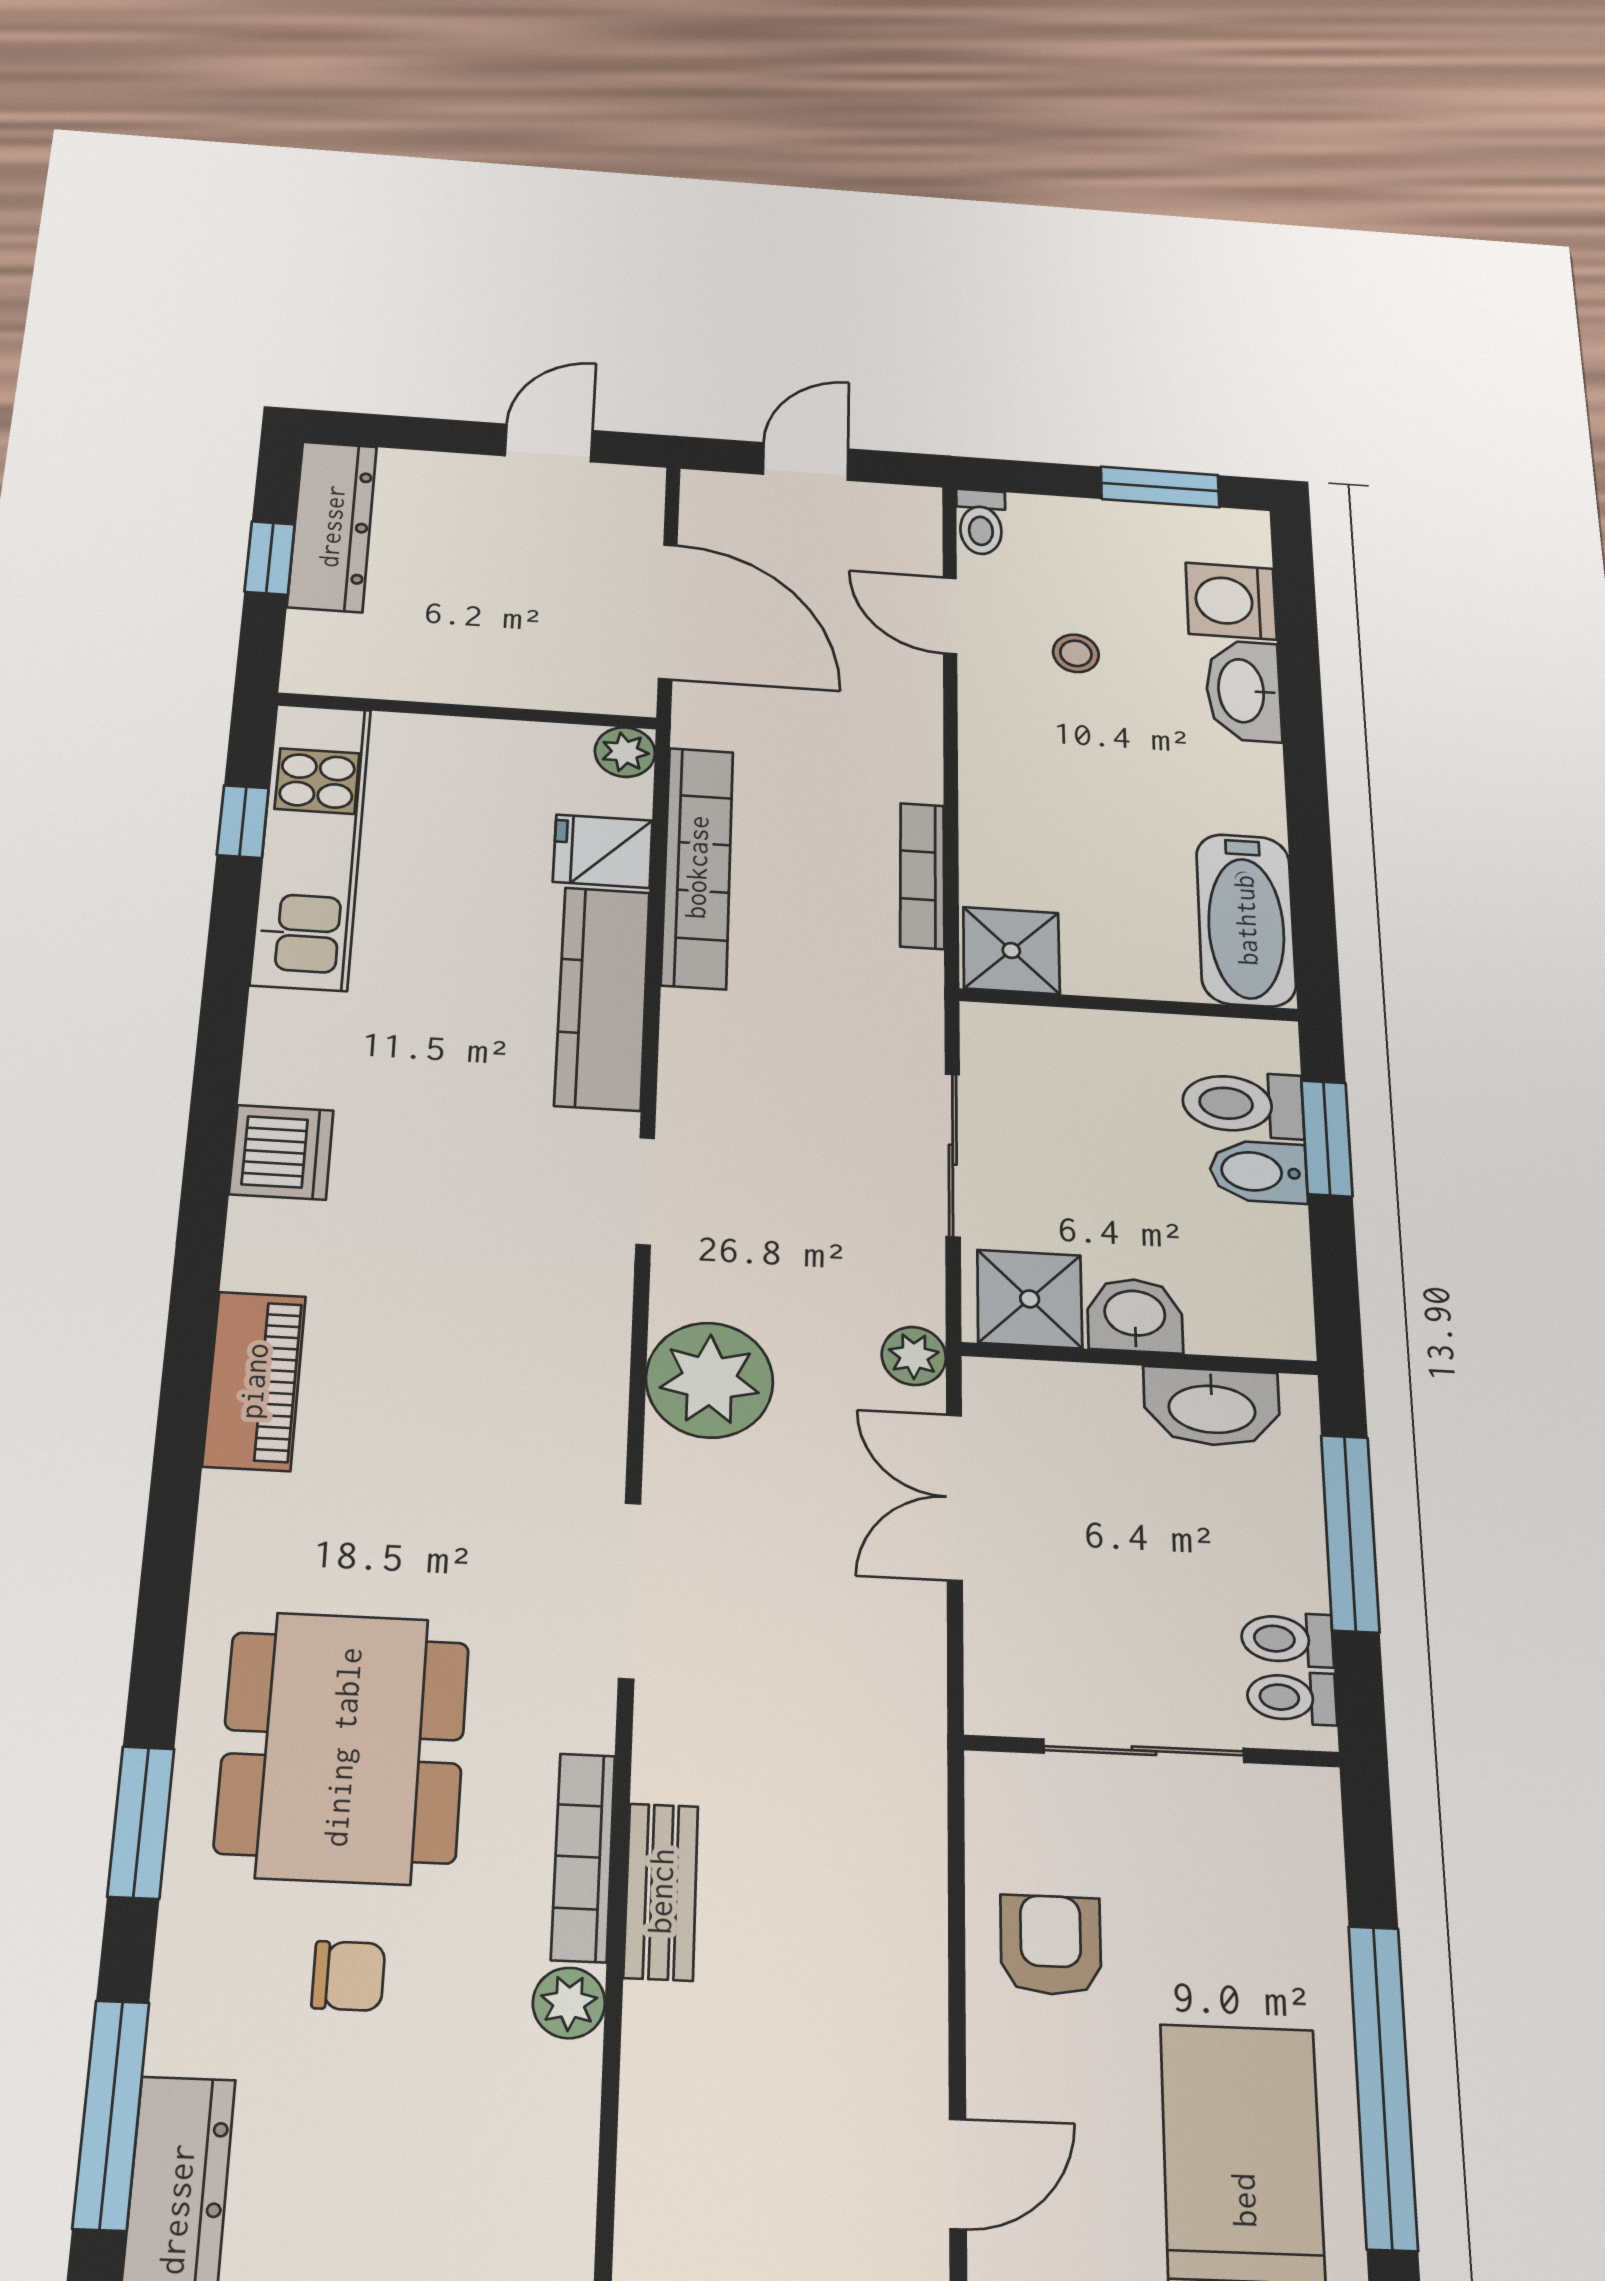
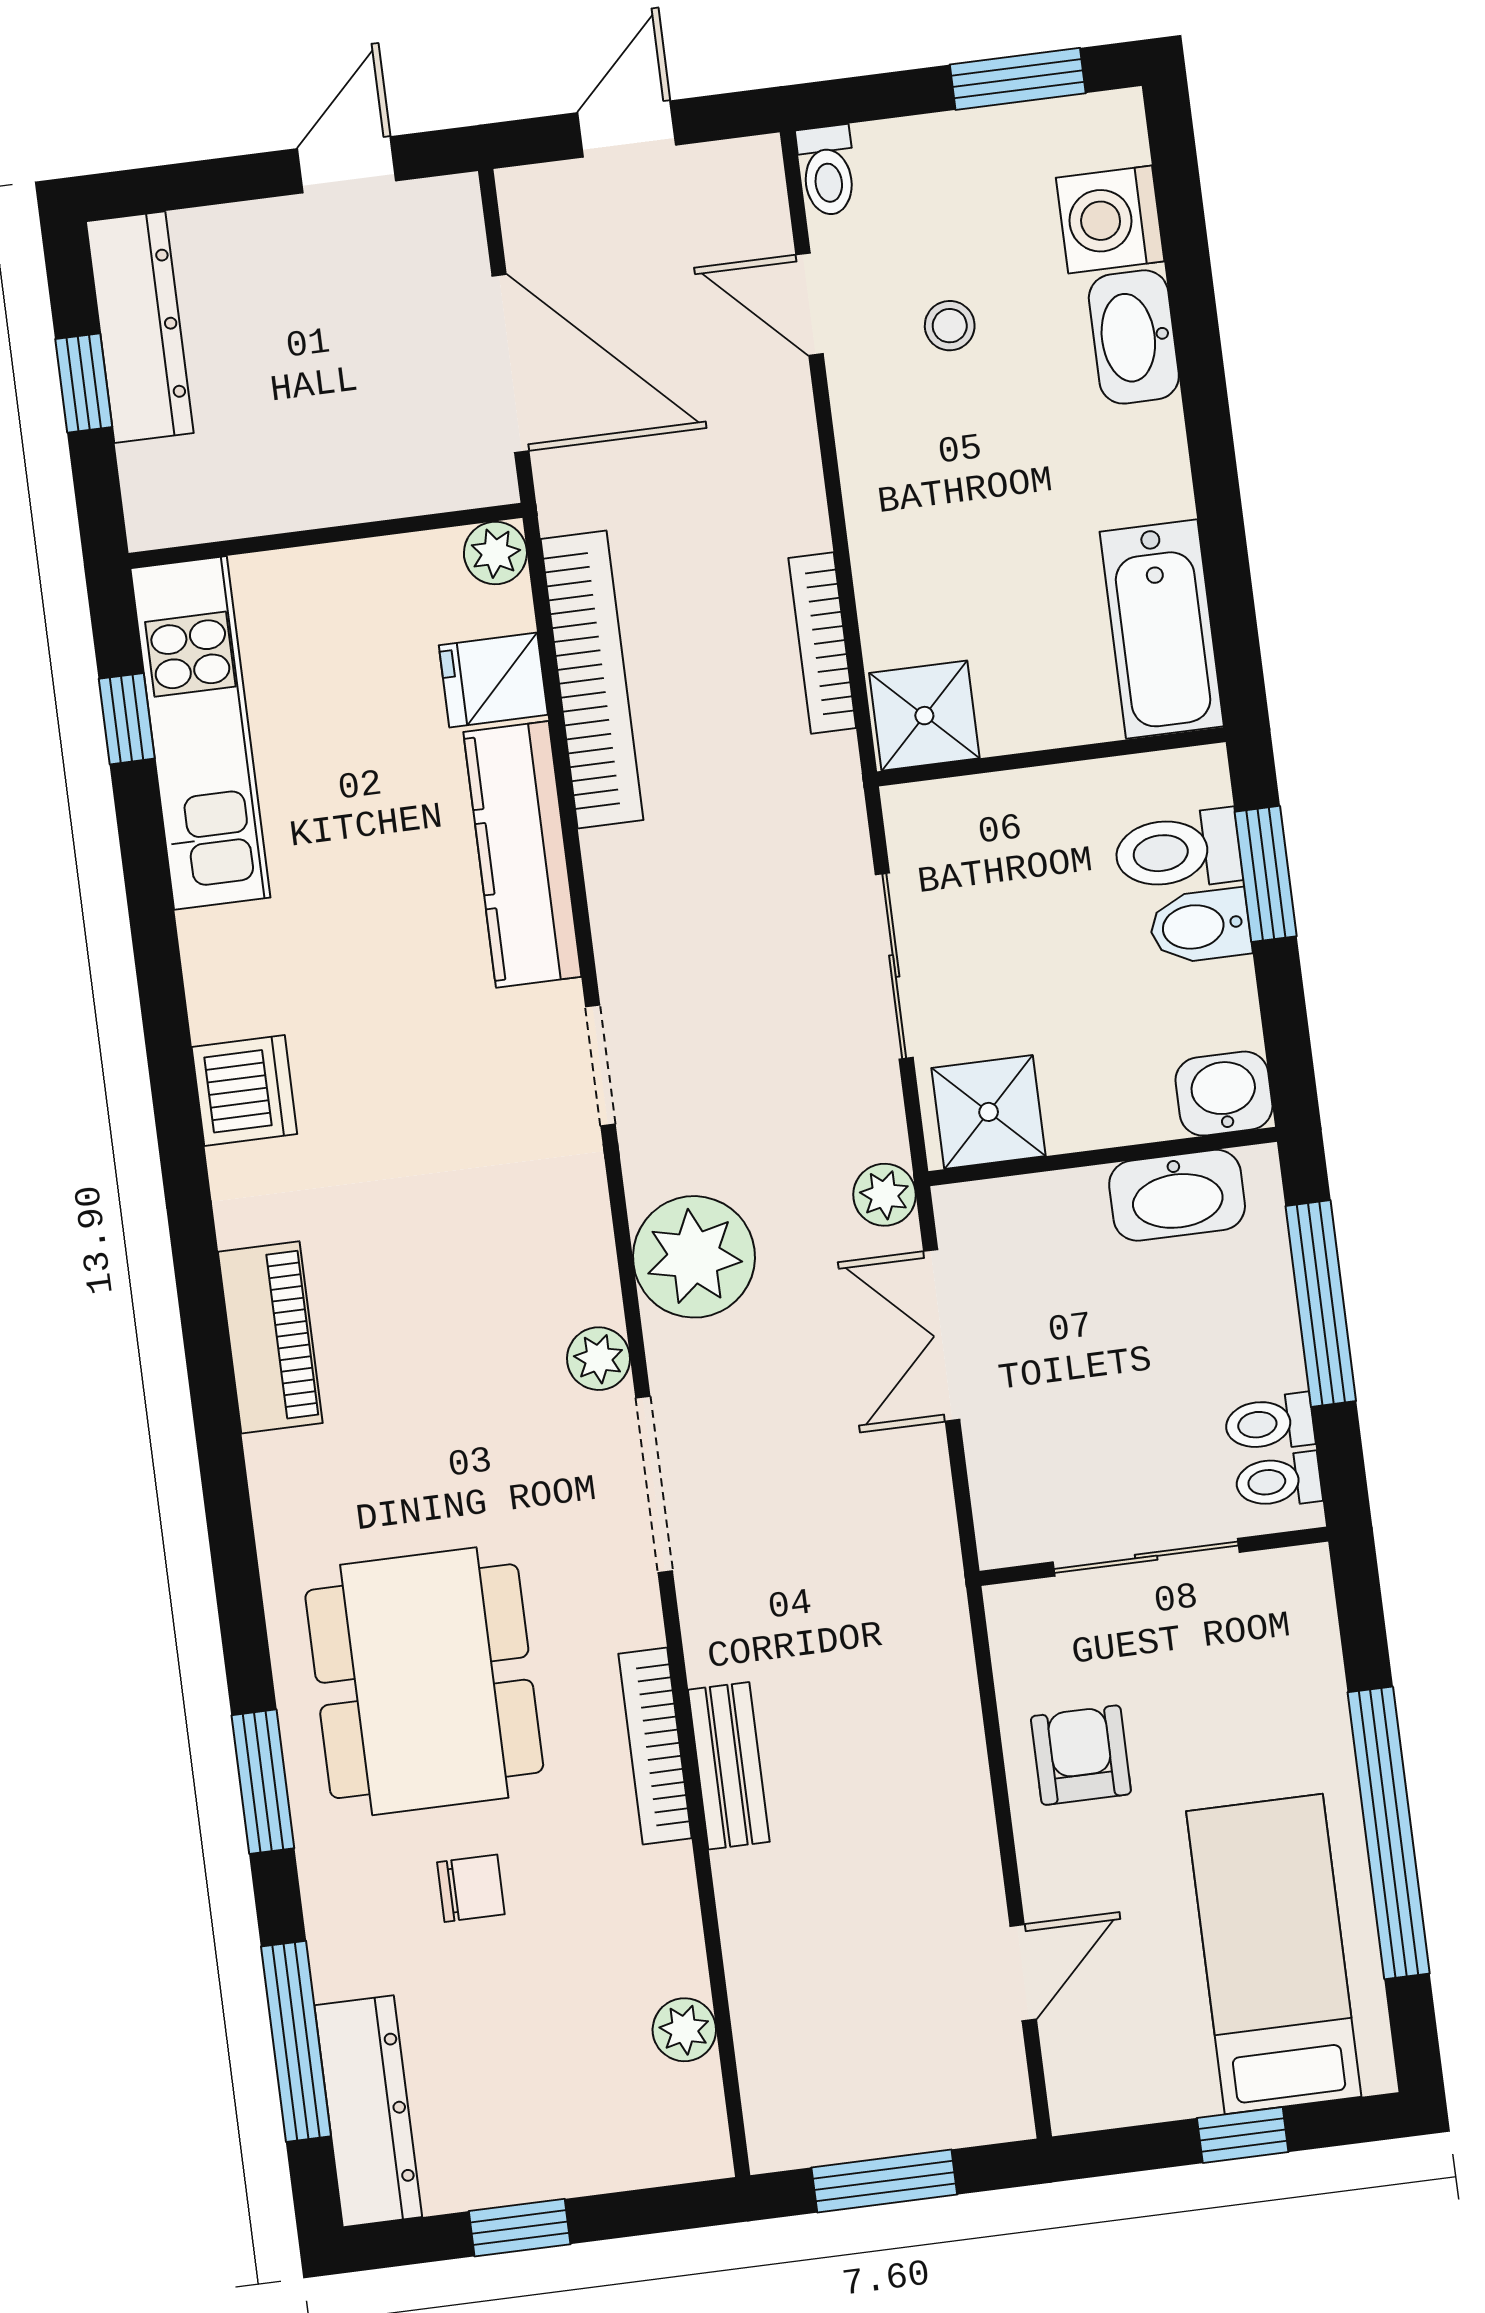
washbasin: (1135, 1315) -> (1224, 1094), moved
plant: (593, 1459) -> (599, 1359), added
plant: (569, 2003) -> (684, 2030), moved

